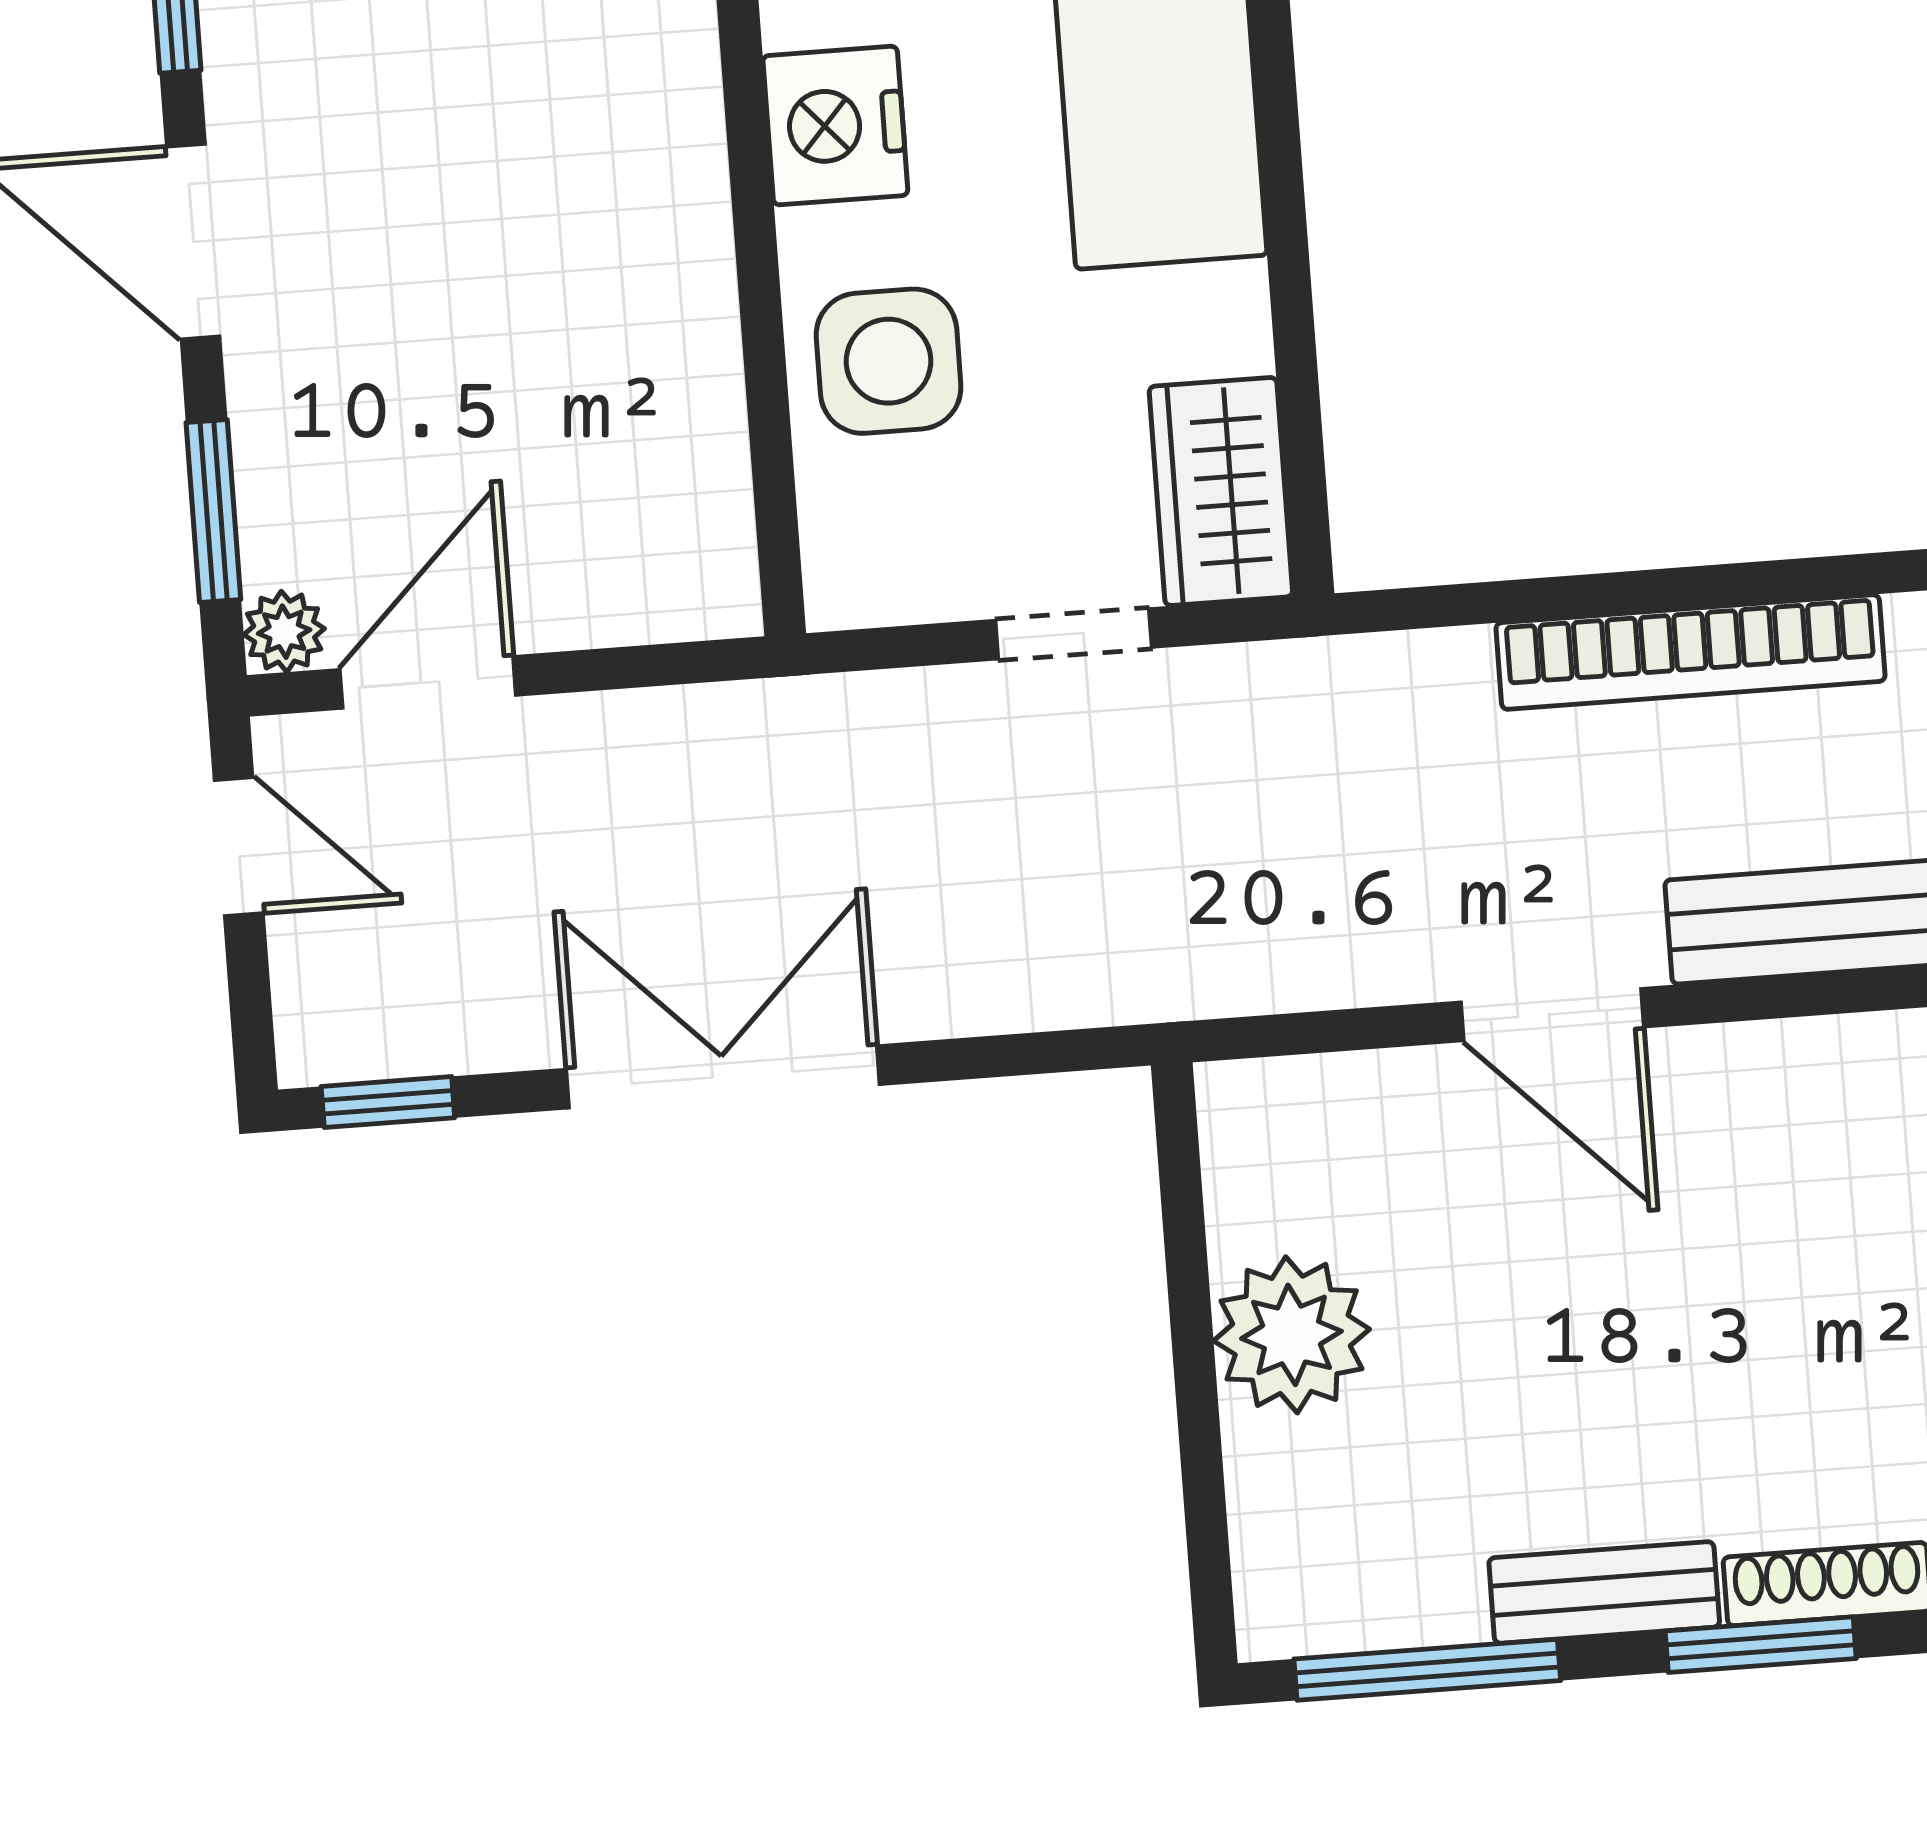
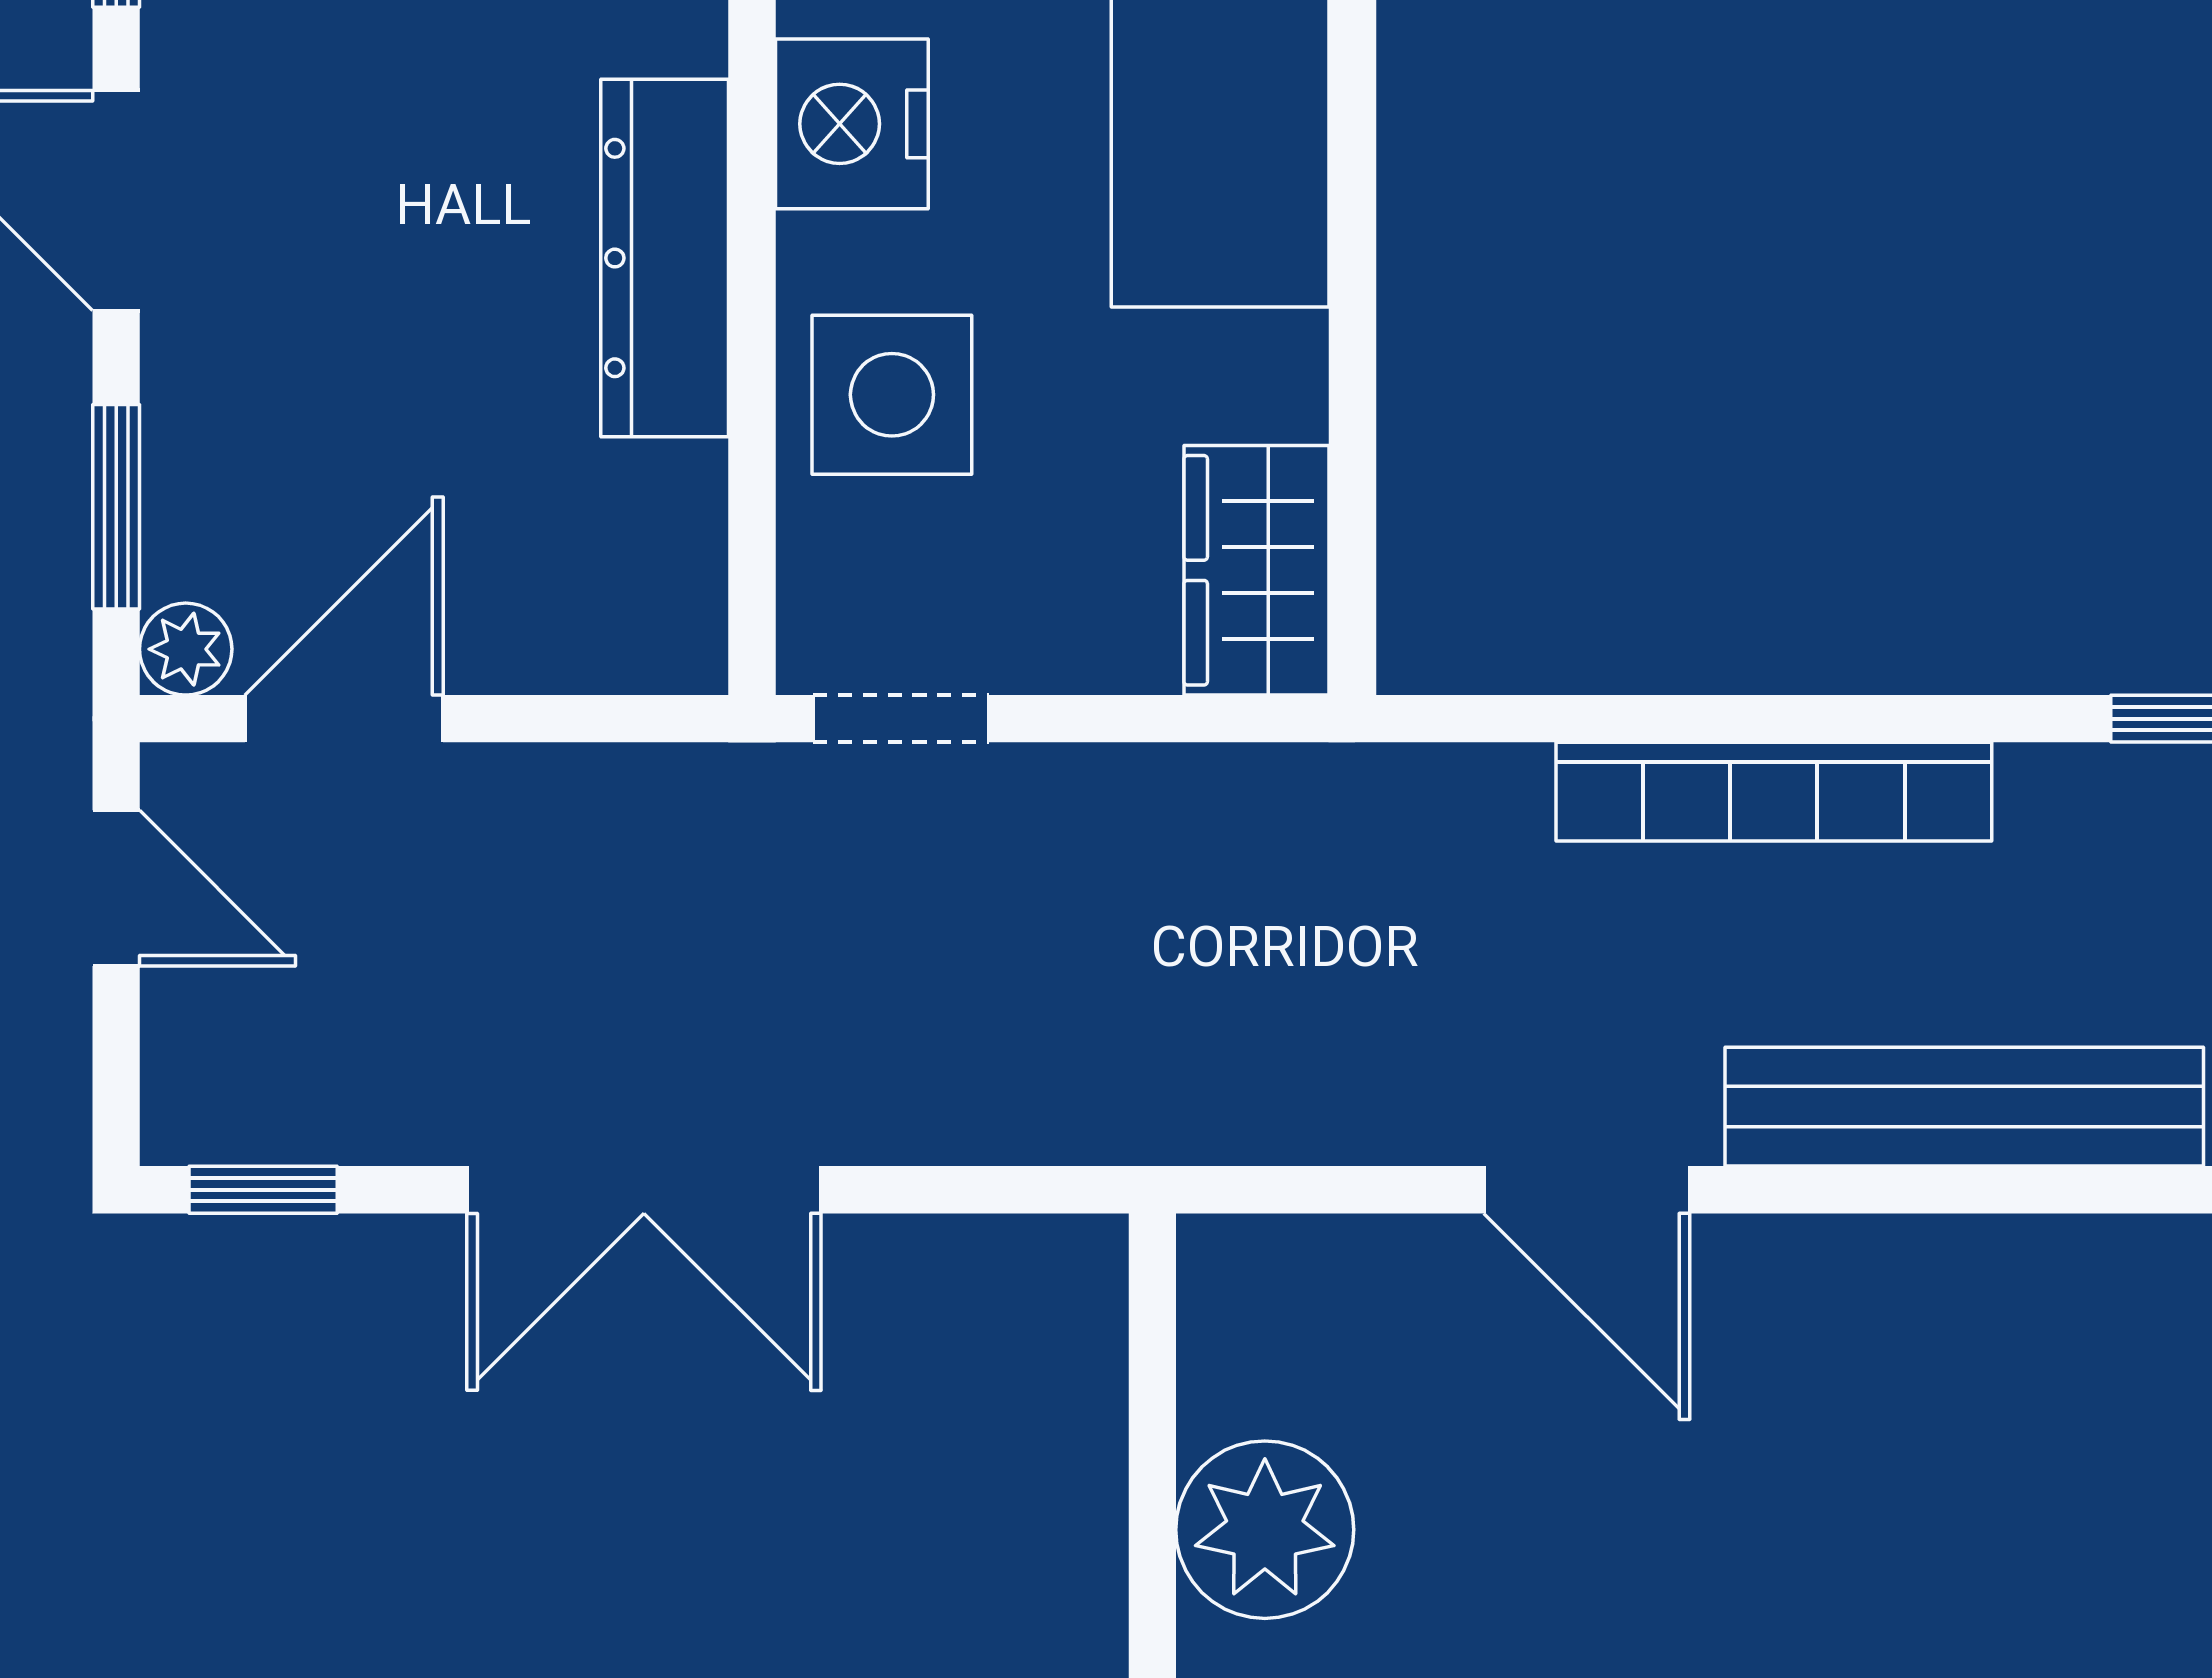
dresser: (680, 256) -> (665, 258), added
doorway: (1074, 634) -> (901, 719), moved
double door: (723, 1077) -> (644, 1190), swing flipped

